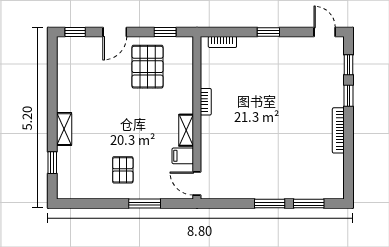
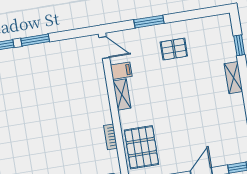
pallet: (147, 67) -> (141, 147), moved
bookcase: (206, 102) -> (110, 137), moved
pallet: (123, 170) -> (174, 49), turned 90

